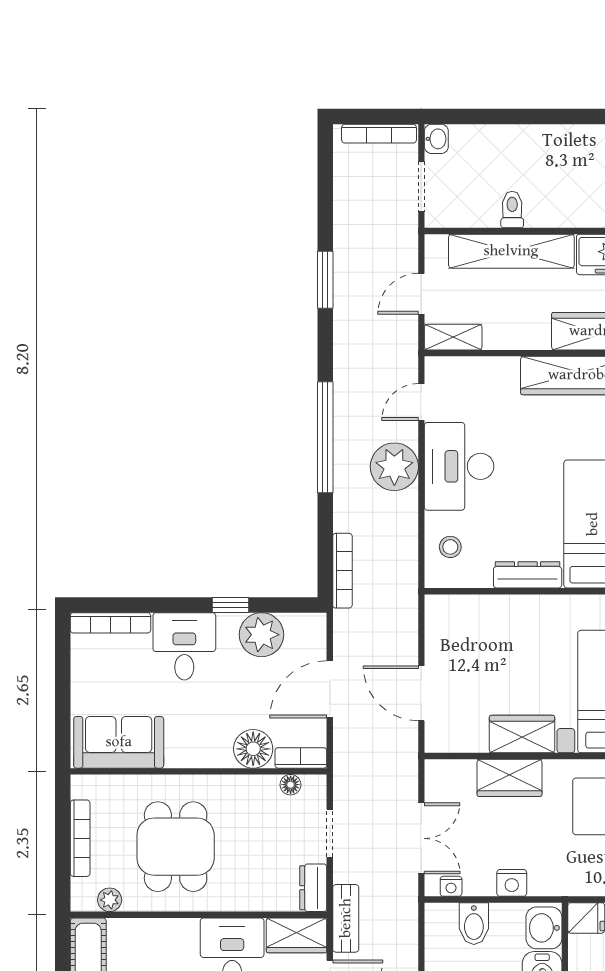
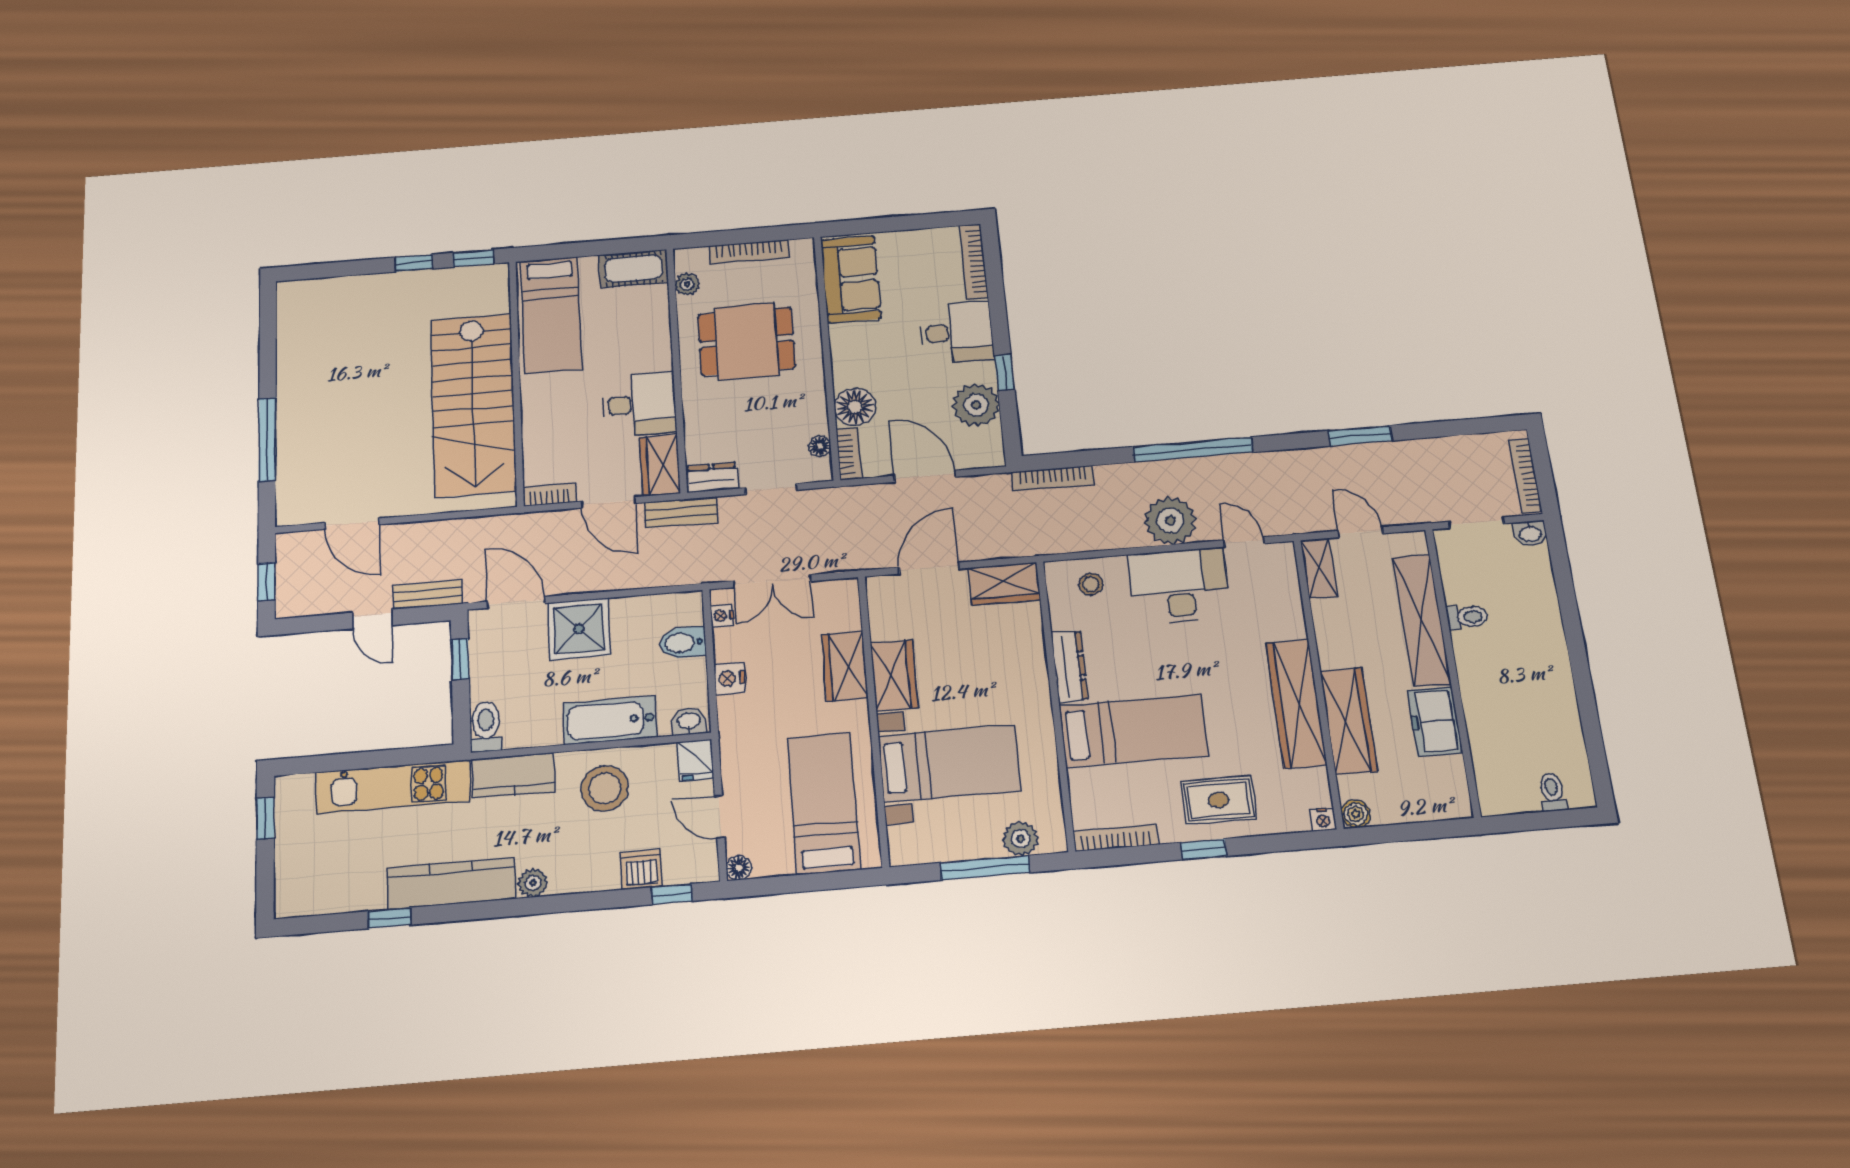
wardrobe: (443, 626) -> (1004, 584), added
washbasin: (544, 928) -> (689, 721), width x0.72, depth x0.69

